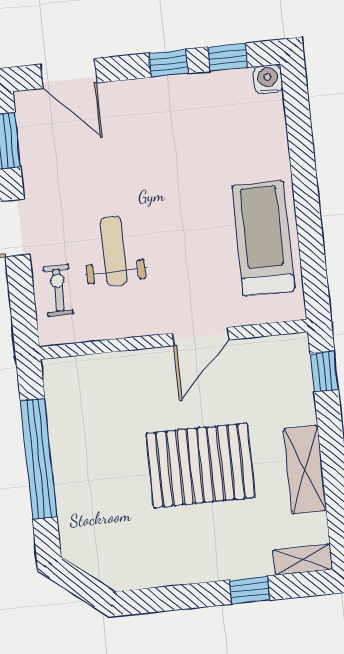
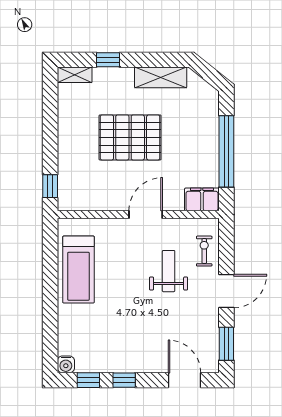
weight bench: (114, 251) -> (169, 271), turned 180
exercise bike: (58, 290) -> (204, 251), turned 180
door: (201, 337) -> (146, 215), moved
filing cabinet: (71, 375) -> (202, 199), added
shelving: (305, 470) -> (161, 77), moved, turned 90

